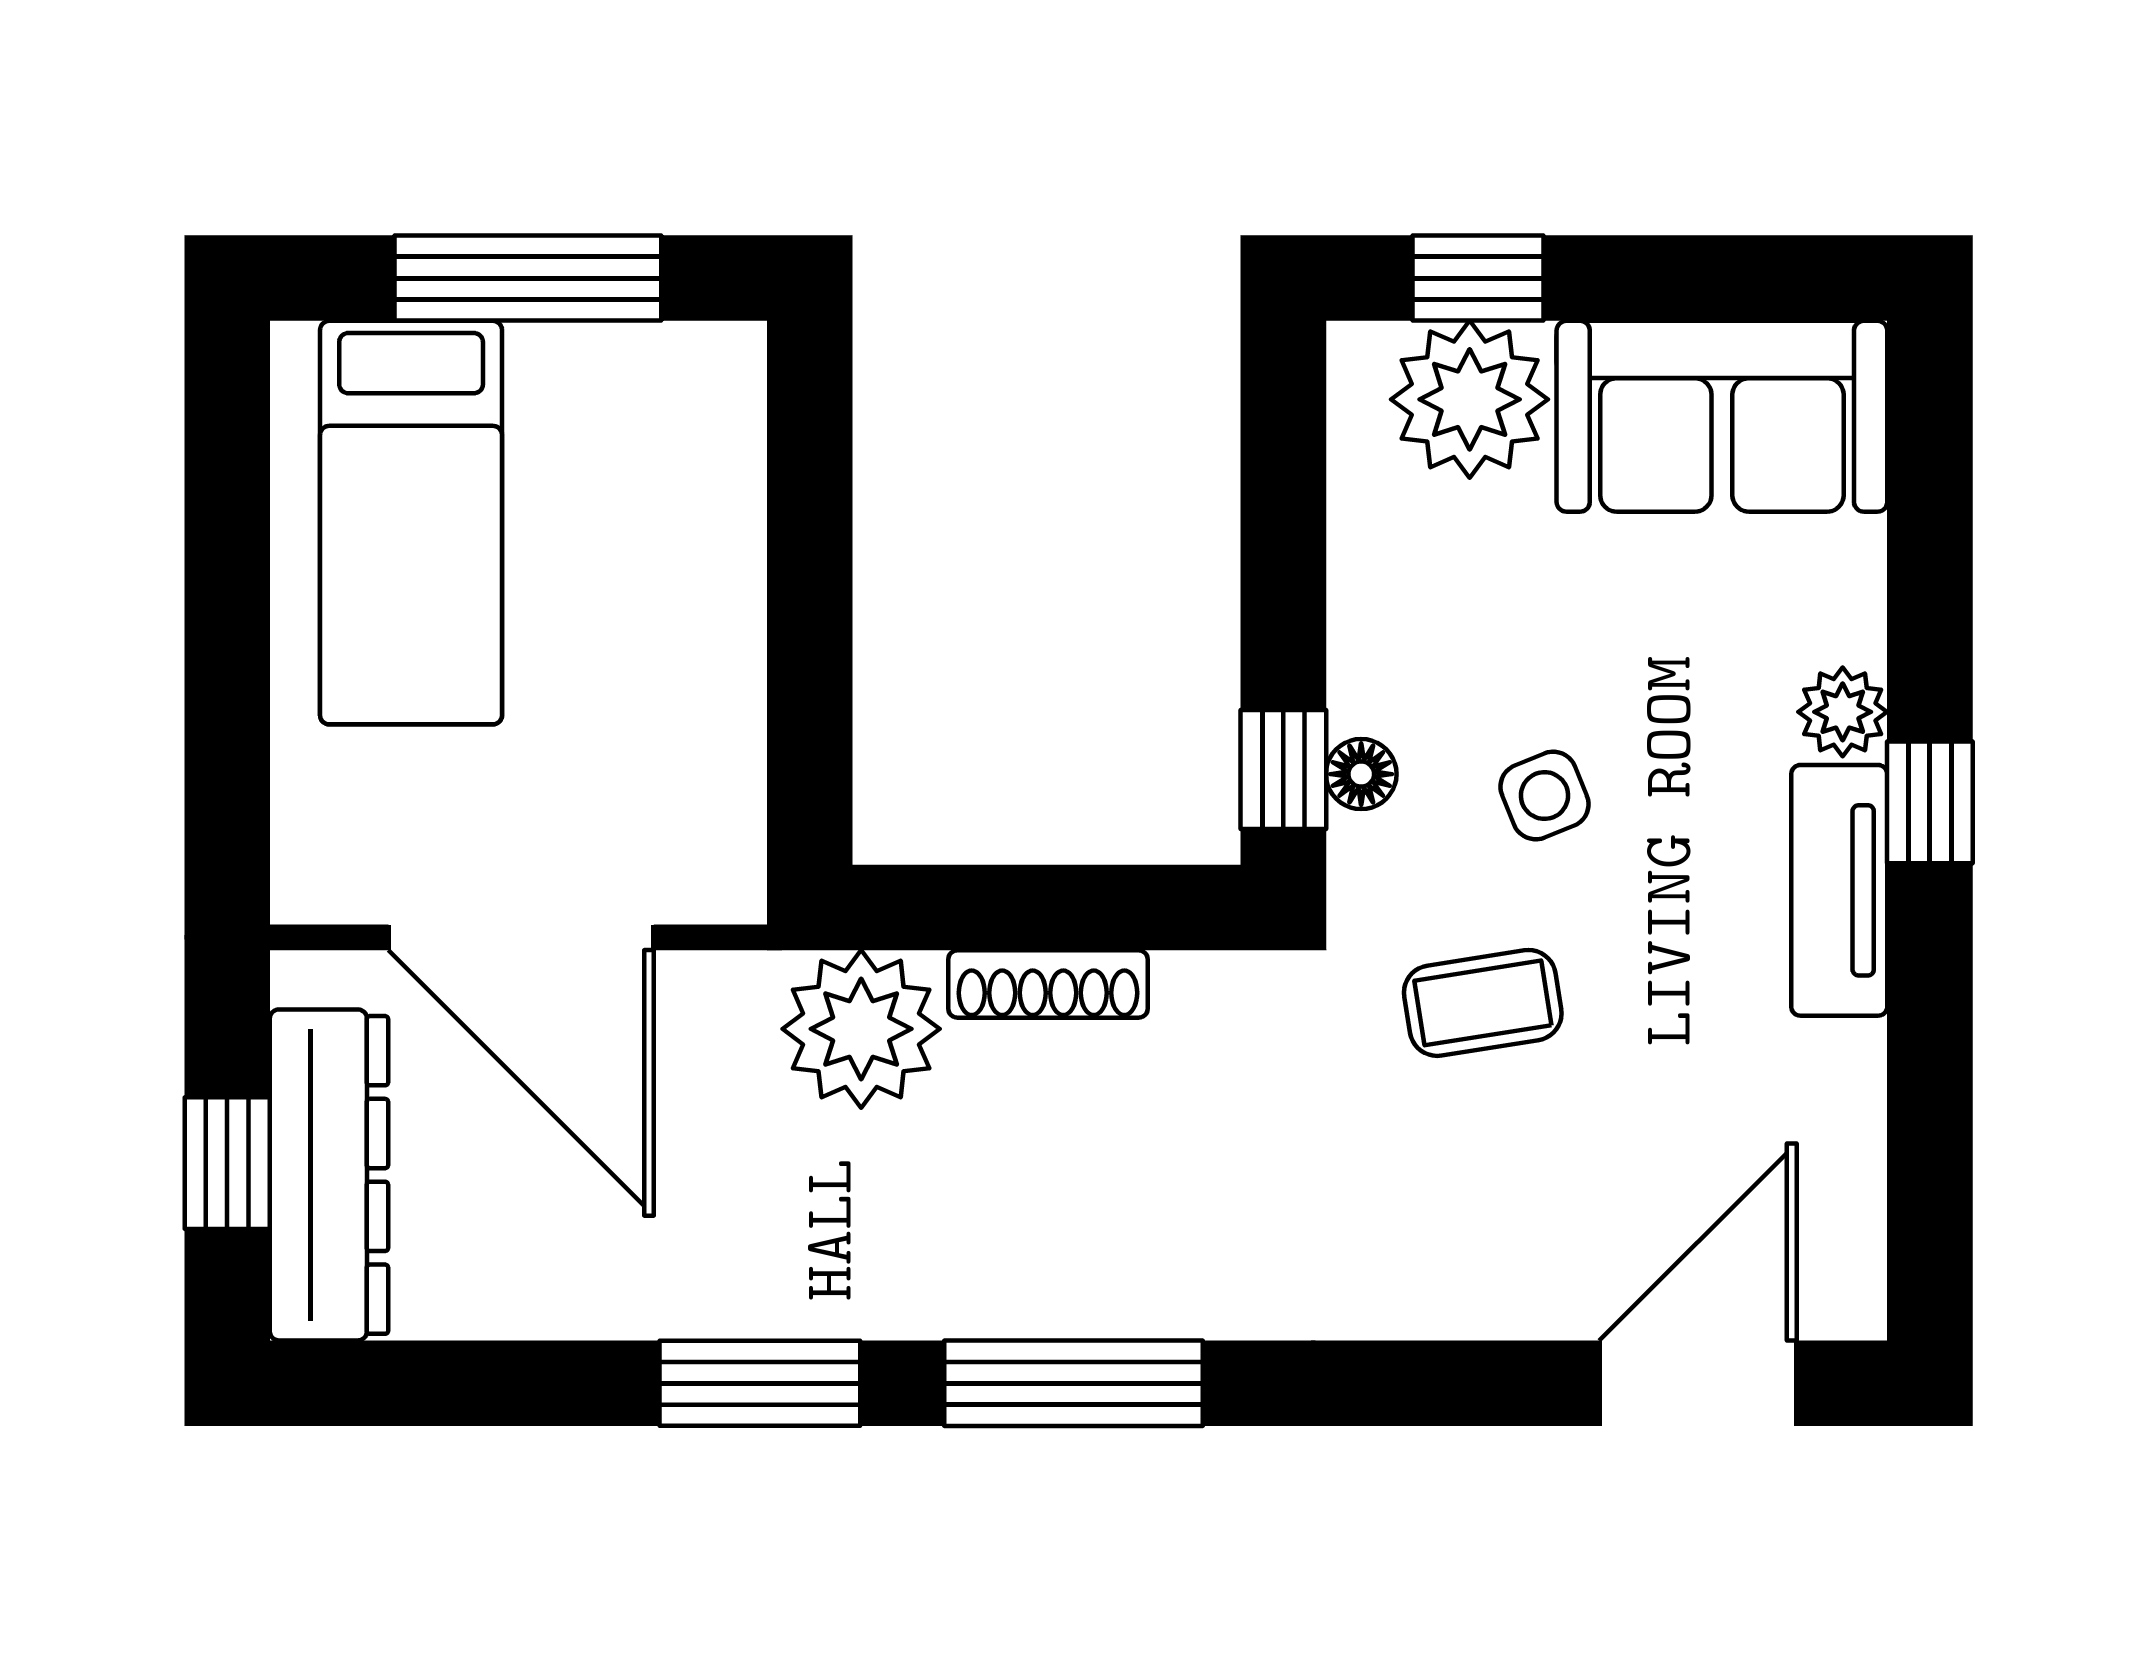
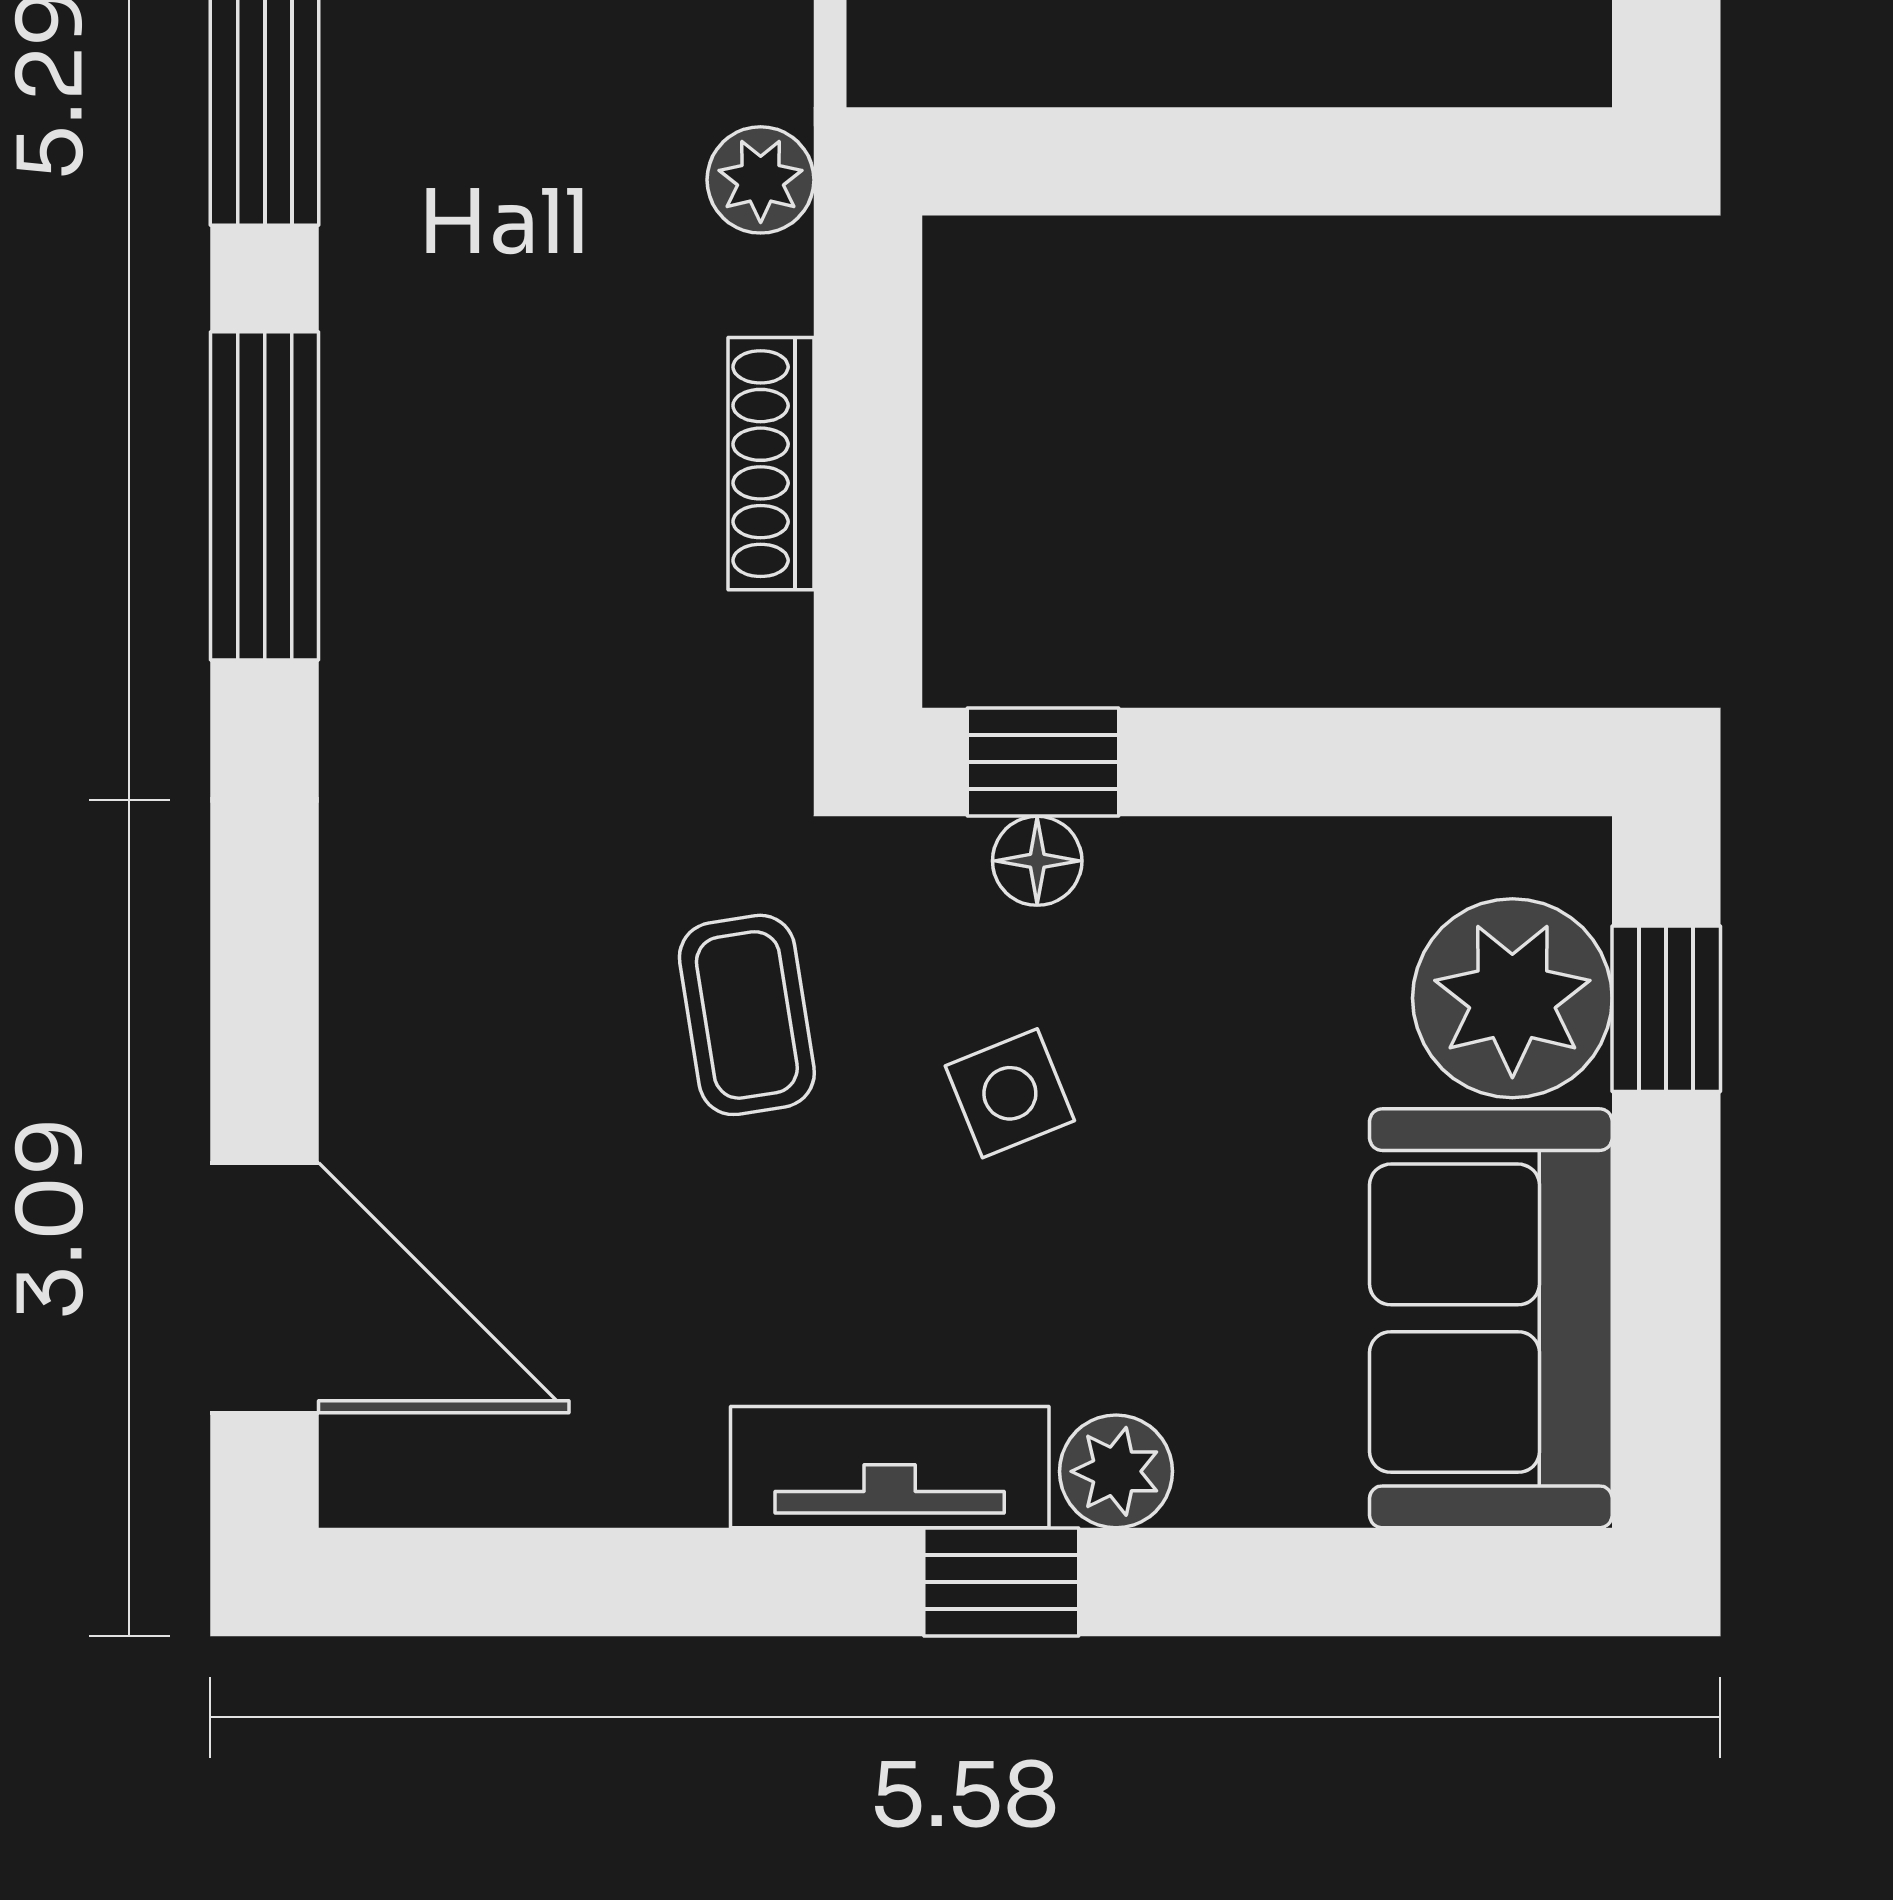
plant: (861, 1029) -> (761, 180), width x0.53, depth x0.53

